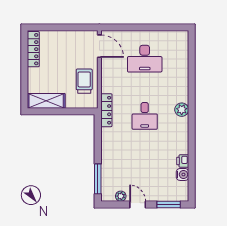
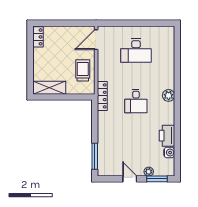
door: (99, 46) -> (96, 40), swing flipped
locker: (33, 49) -> (38, 37), width x0.66
printer: (183, 161) -> (167, 136), width x1.87, depth x1.48
plant: (121, 196) -> (149, 172), moved

